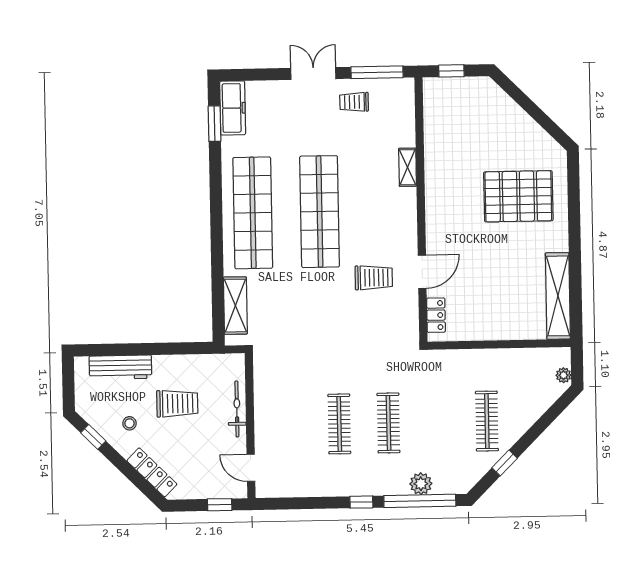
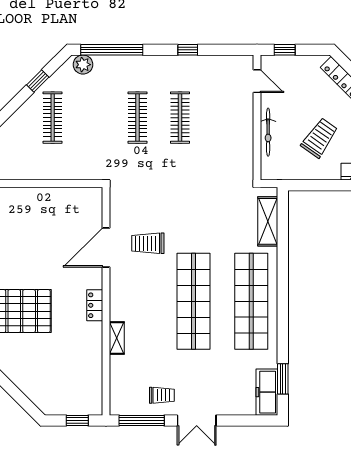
door: (422, 272) -> (106, 247), width x1.36
locker: (436, 315) -> (95, 305), moved
trolley: (177, 404) -> (320, 138), turned 125
plant: (421, 484) -> (83, 65), moved
window: (361, 502) -> (188, 50), moved

